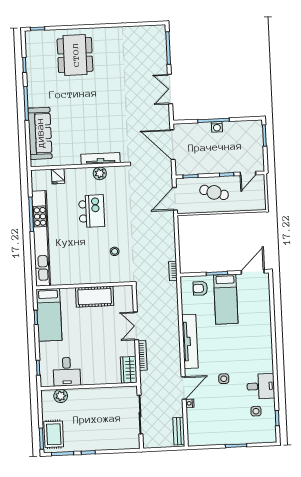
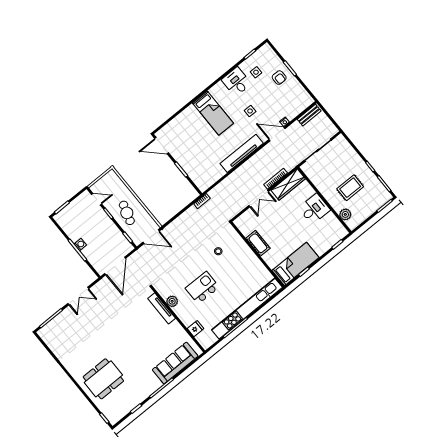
armchair: (200, 288) -> (279, 78), moved
cot: (95, 297) -> (258, 243), width x0.73, depth x0.75
bed: (226, 299) -> (213, 113), moved, turned 90
wardrobe: (129, 370) -> (288, 185), width x1.50
desk: (67, 372) -> (314, 209), moved
rug: (54, 434) -> (350, 188), moved

